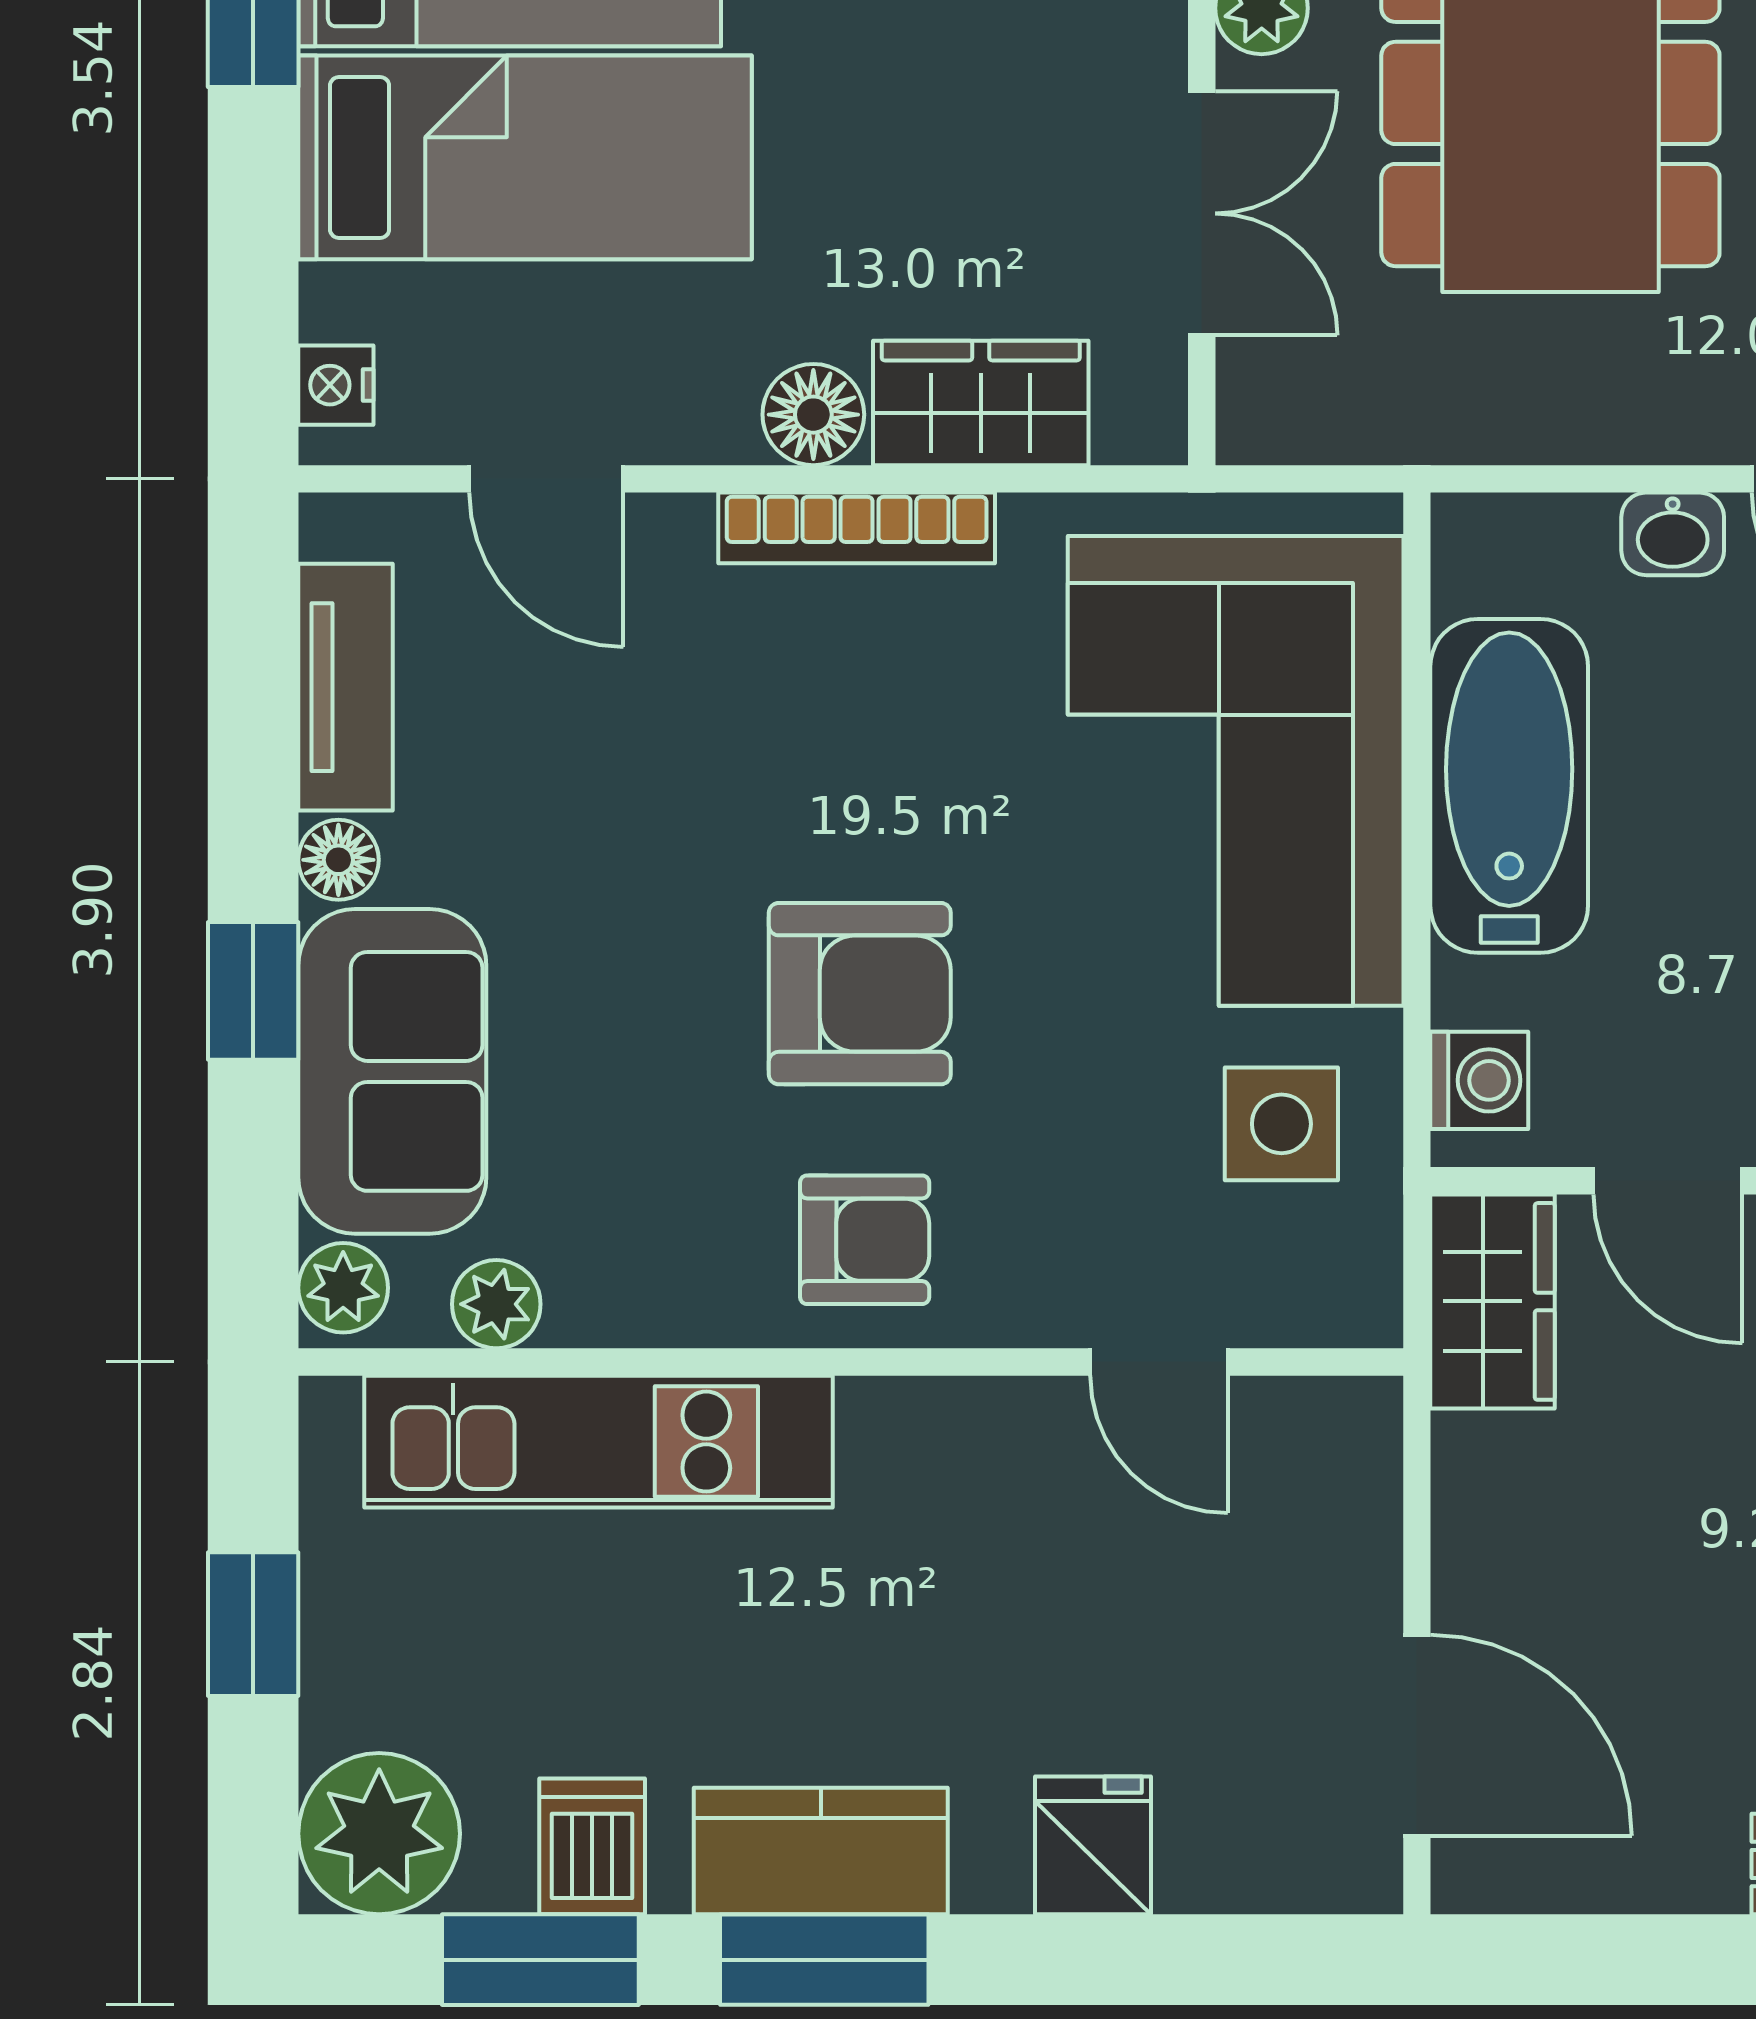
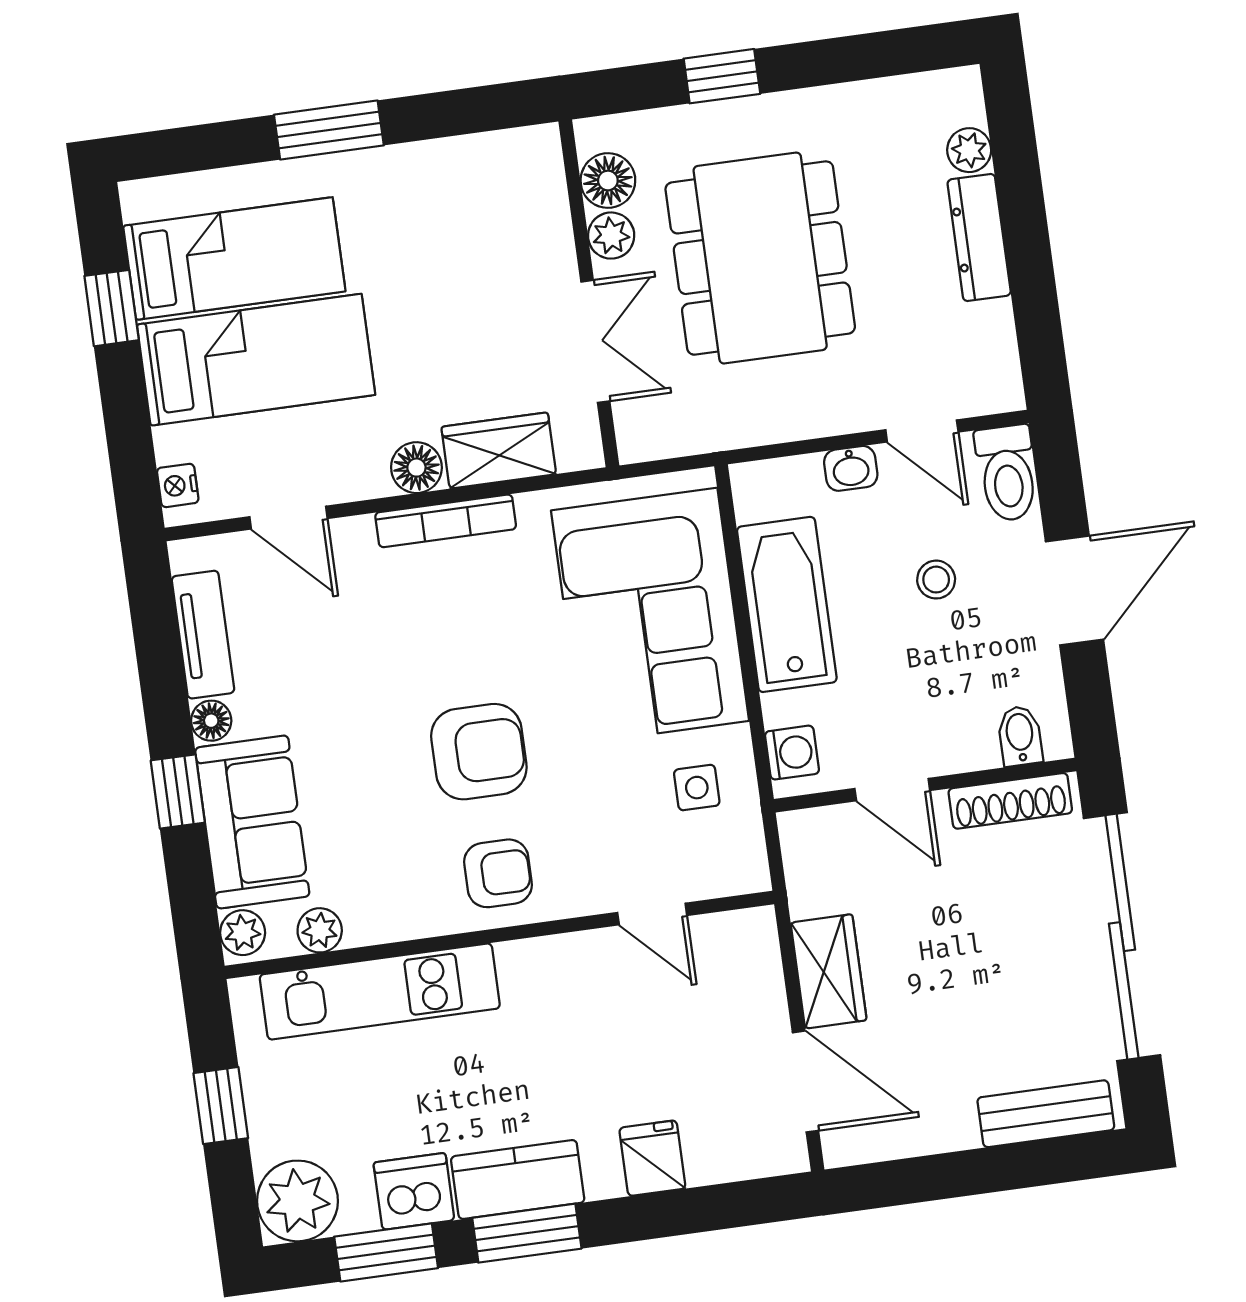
side table: (1281, 1124) -> (697, 788), width x0.73, depth x0.73
wardrobe: (1493, 1301) -> (829, 971), moved
dishwasher: (592, 1846) -> (414, 1191), width x1.38

